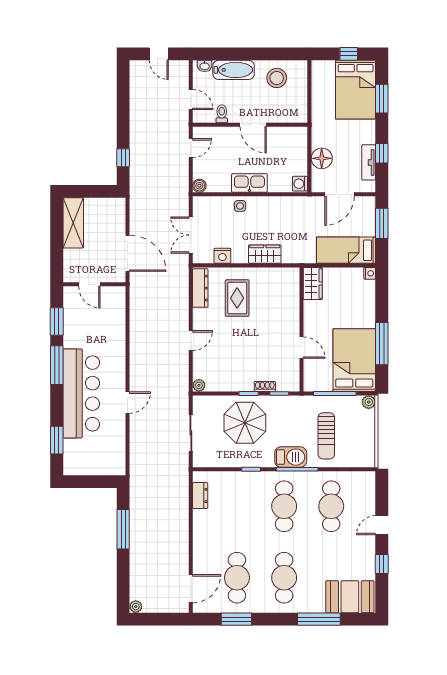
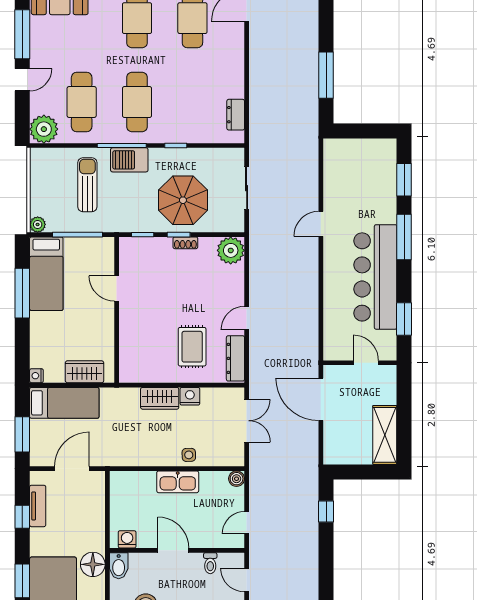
bidet: (300, 112) -> (119, 566), added
floor lamp: (322, 158) -> (93, 564), moved
washing machine: (300, 184) -> (127, 539), moved, turned -90
nightstand: (222, 256) -> (190, 396), moved
wardrobe: (313, 284) -> (85, 372), moved, turned 90
door: (191, 341) -> (247, 318), moved
bed: (354, 360) -> (46, 274), width x0.67
window: (57, 365) -> (404, 237), moved
plant: (199, 385) -> (231, 250), width x1.88, depth x1.88
shoe rack: (265, 386) -> (185, 243), moved
bar counter: (81, 393) -> (375, 277), moved
plant: (363, 483) -> (44, 129), added
window: (382, 564) -> (22, 34), width x2.17

